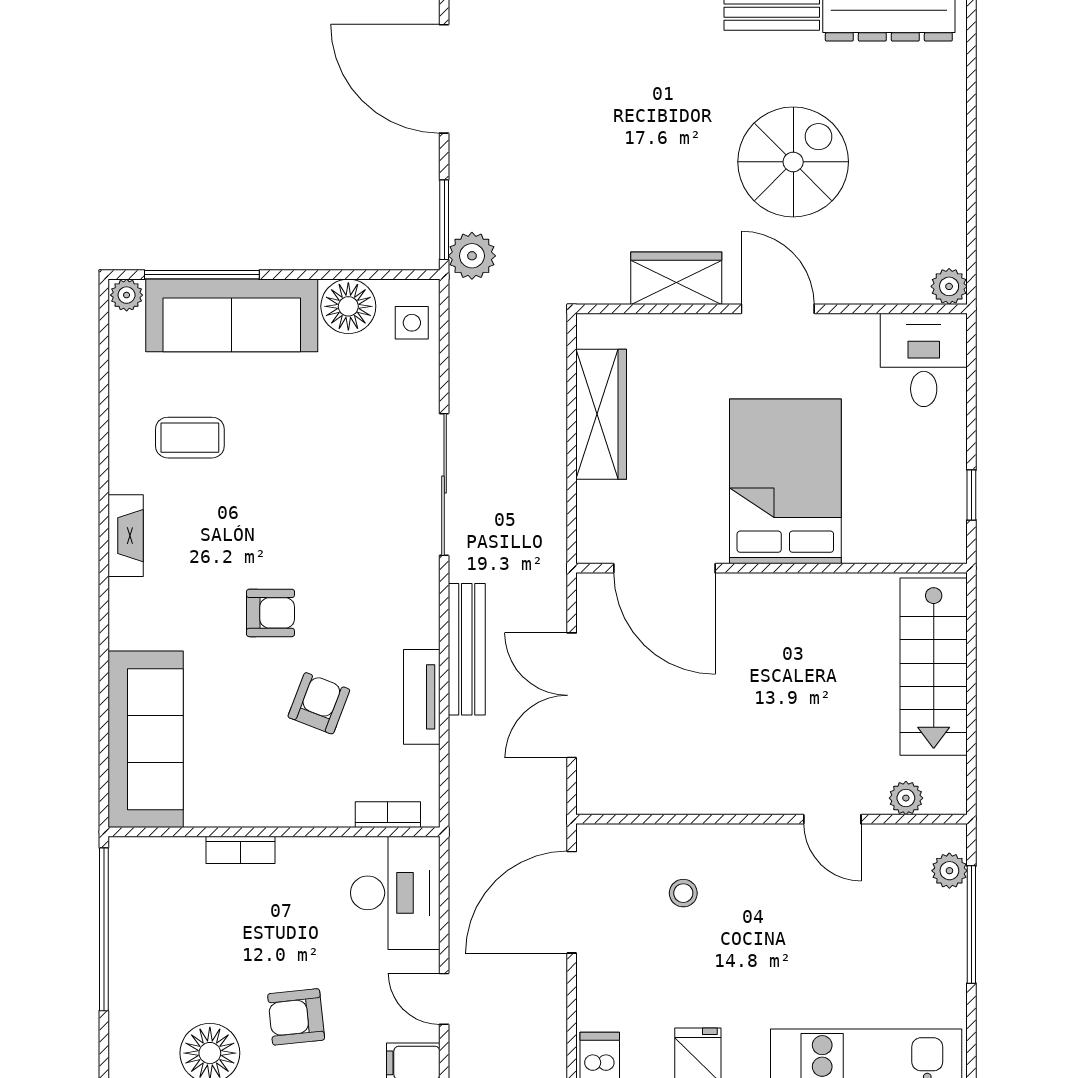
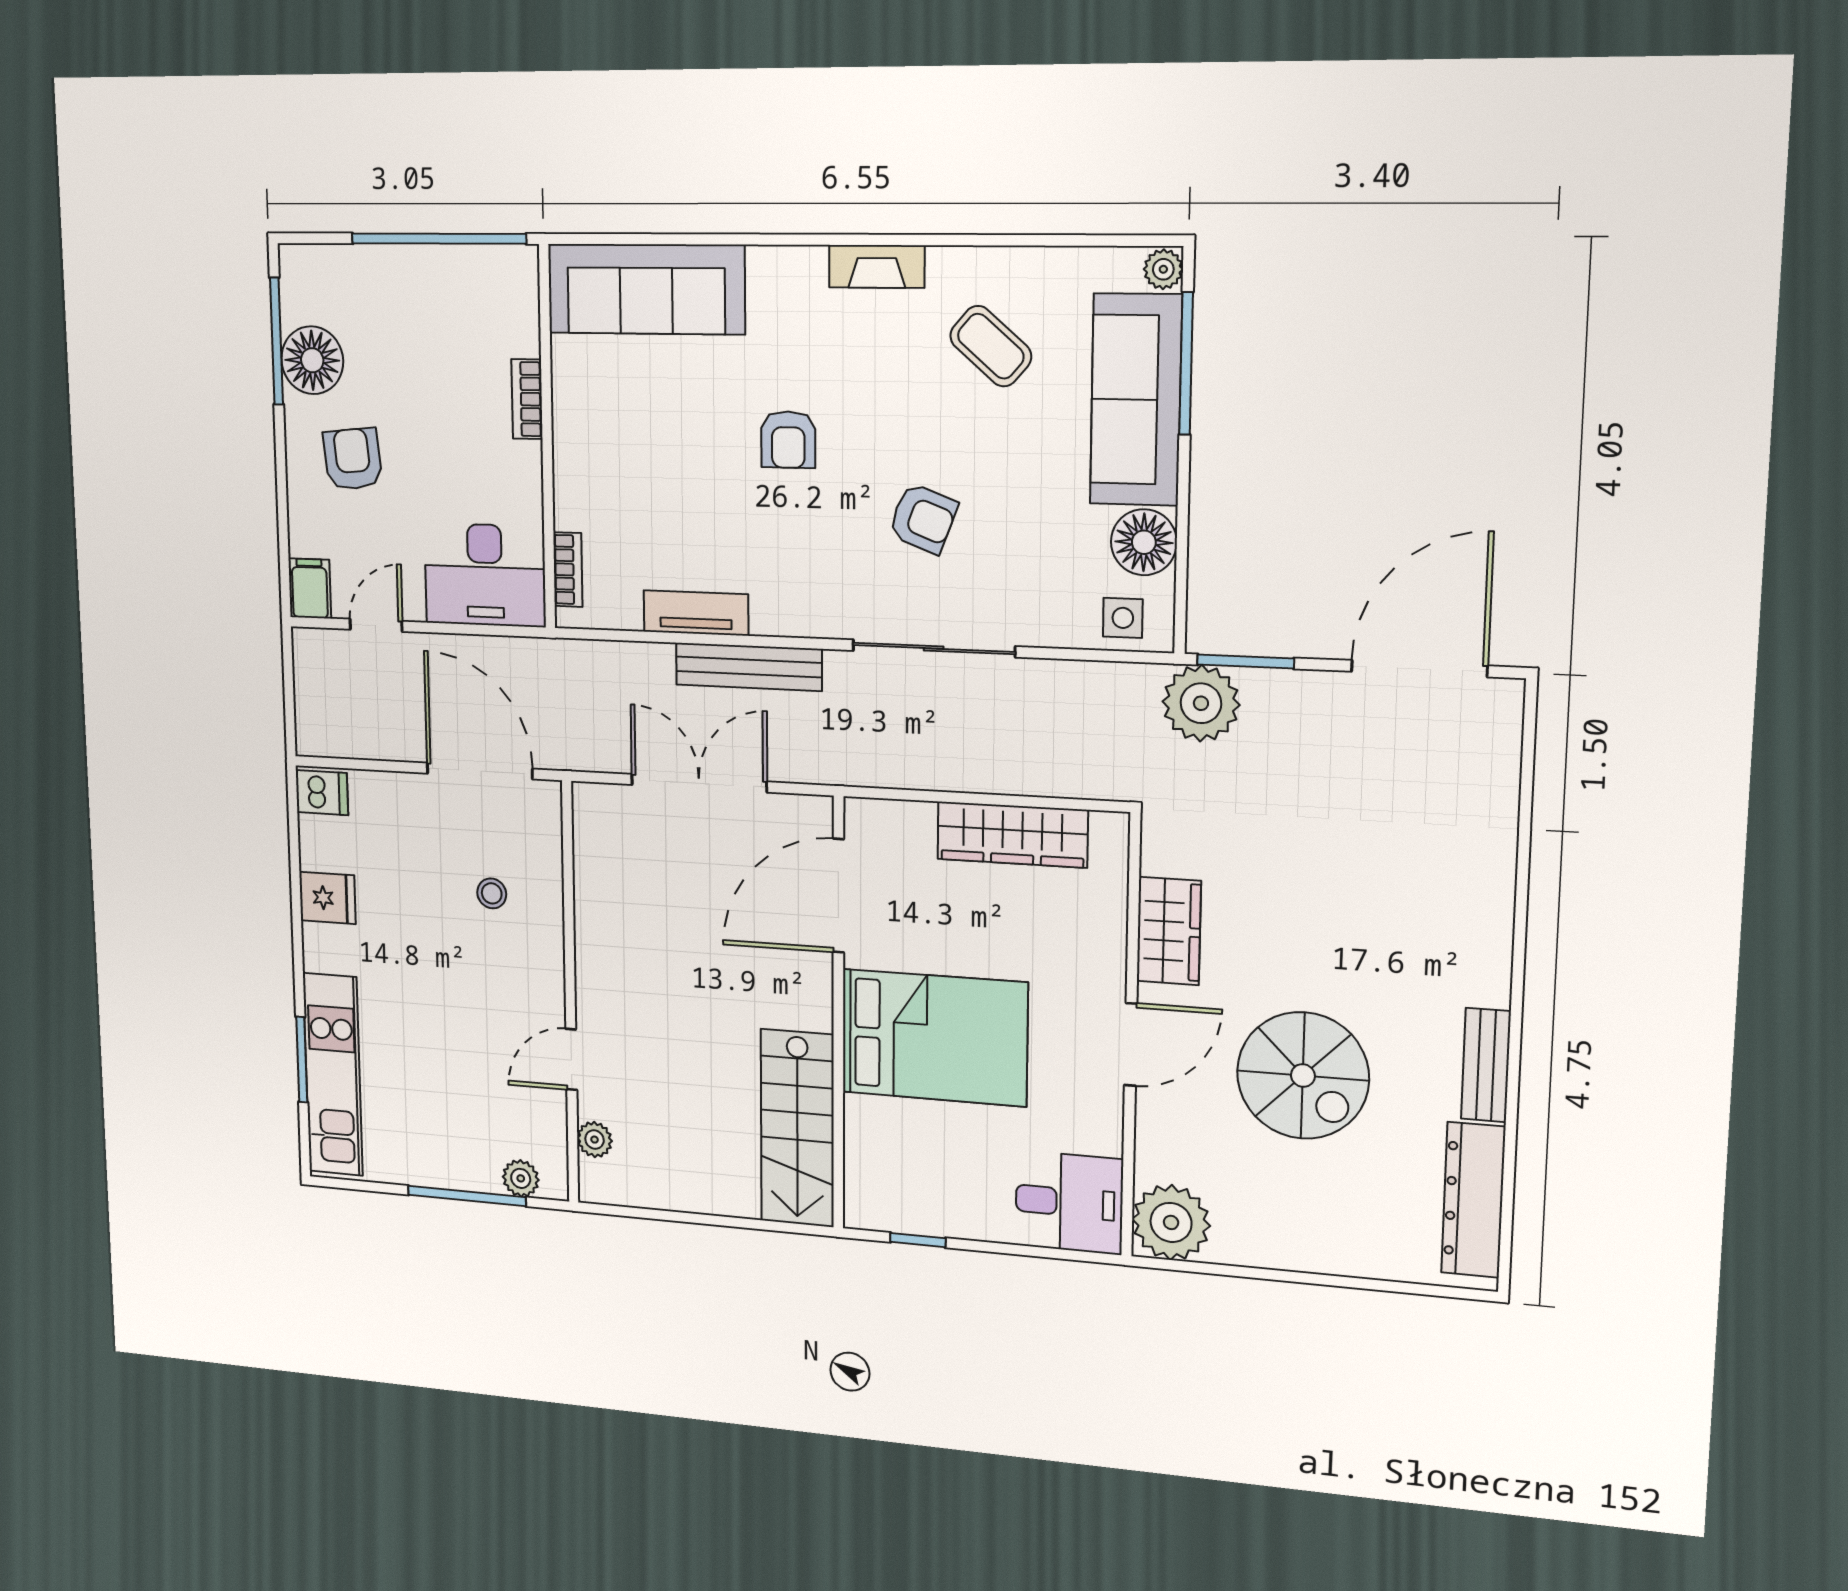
plant: (472, 256) -> (1201, 703), width x1.36, depth x1.36
plant: (949, 286) -> (1171, 1222), width x1.88, depth x1.88
coffee table: (190, 438) -> (991, 346), turned -49
stairs: (934, 667) -> (797, 1128), moved, turned -90
armchair: (319, 703) -> (923, 518), moved

